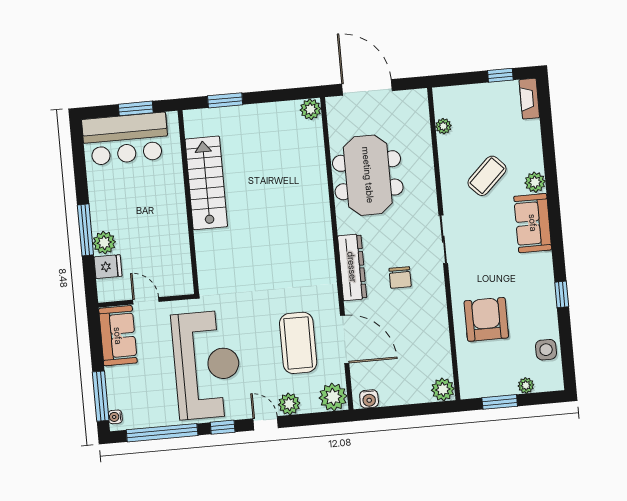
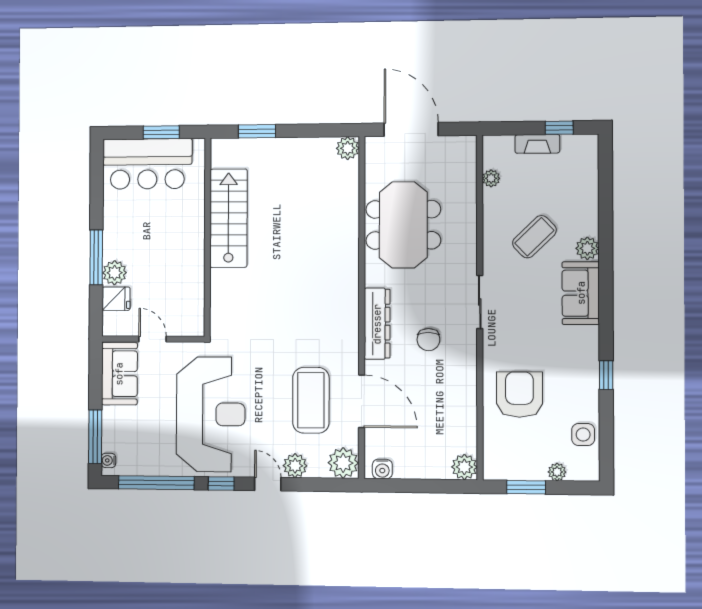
fireplace: (529, 99) -> (537, 144), moved, turned -90

